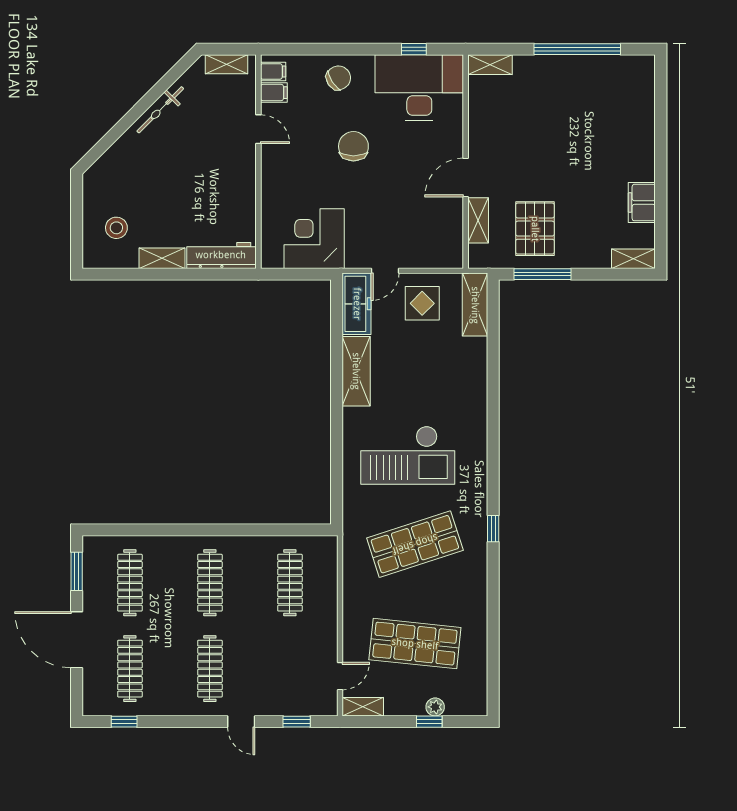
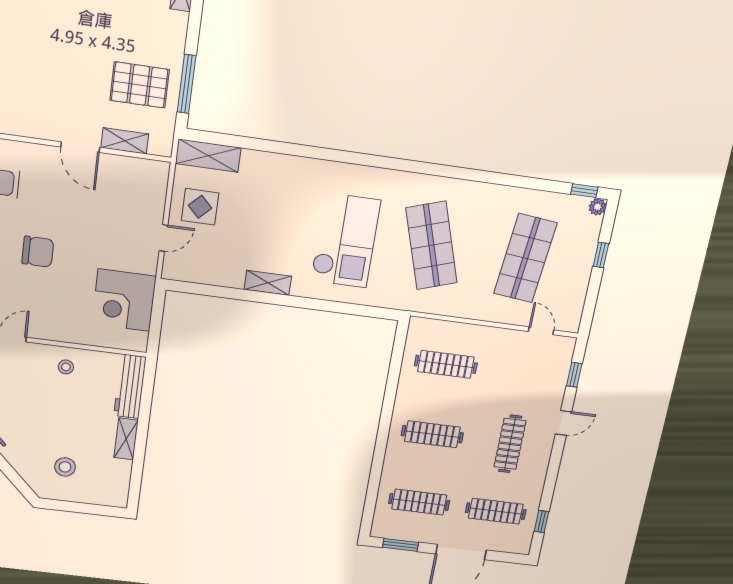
chair: (353, 146) -> (38, 252), turned 180
stool: (234, 187) -> (66, 367), added
stool: (116, 228) -> (65, 467), moved
door: (385, 271) -> (163, 238), hinge flipped
freezer: (357, 304) -> (192, 269), removed
shelving: (356, 371) -> (268, 283), width x0.67, depth x0.75
window: (493, 529) -> (584, 191), moved
clothes rail: (210, 669) -> (510, 444), turned 90
shelving: (363, 707) -> (574, 314), removed
plant: (435, 707) -> (598, 207), moved

